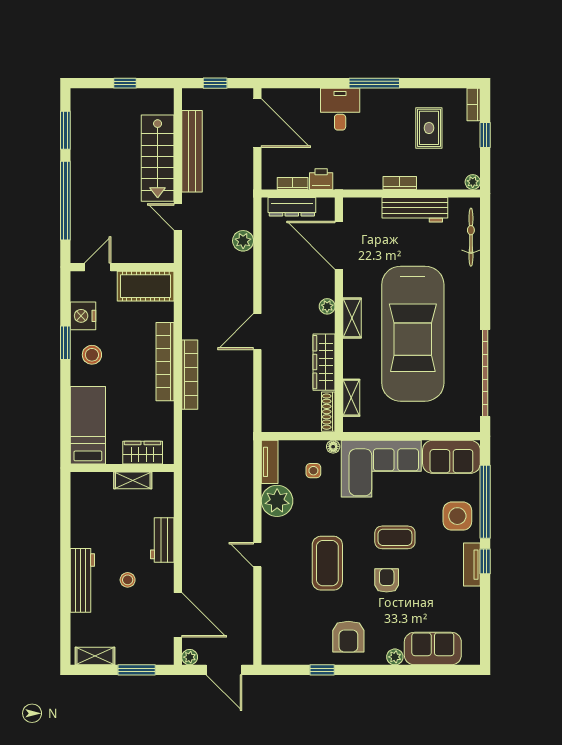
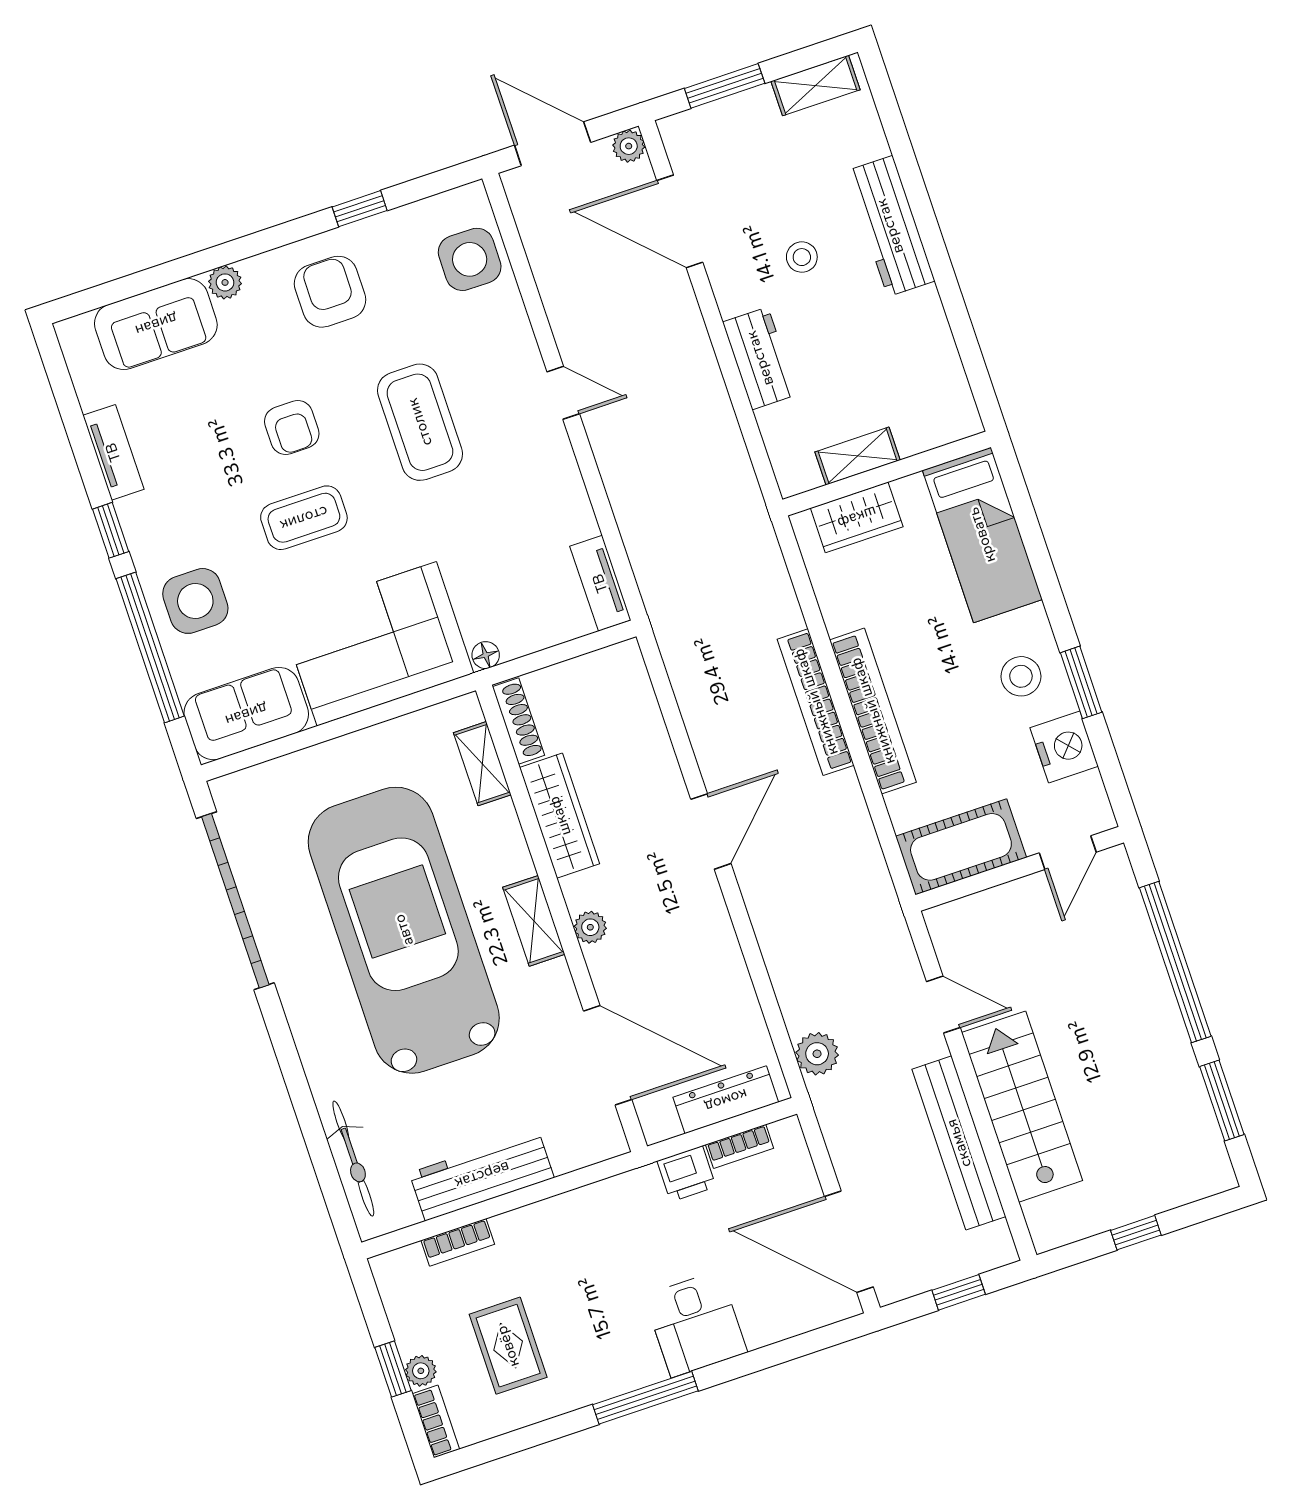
plant: (473, 182) -> (421, 1371), moved
bookcase: (400, 183) -> (458, 1242), moved
plant: (243, 241) -> (817, 1054), moved
side table: (313, 471) -> (470, 259), moved, width x1.87, depth x1.87
plant: (277, 501) -> (560, 511), removed
tv unit: (472, 565) -> (113, 452), moved

